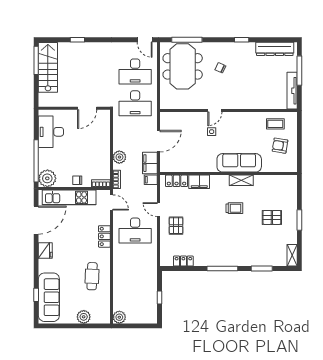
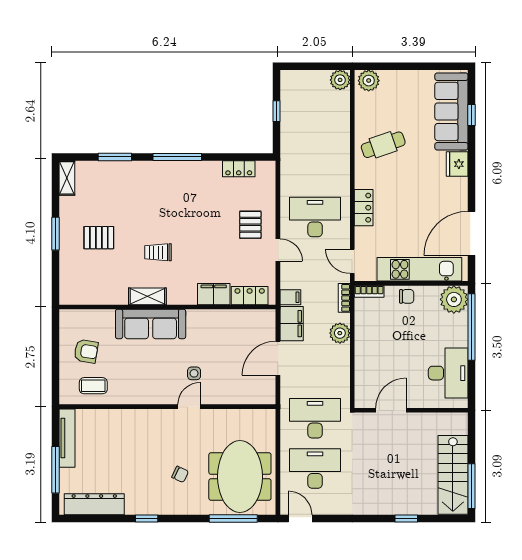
fridge: (45, 251) -> (457, 164), moved
cafe table: (92, 276) -> (383, 145), turned 69
plant: (84, 317) -> (369, 81), moved

